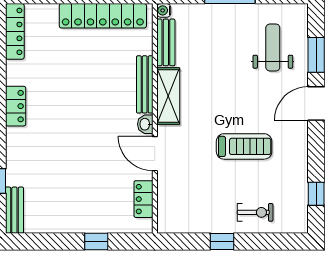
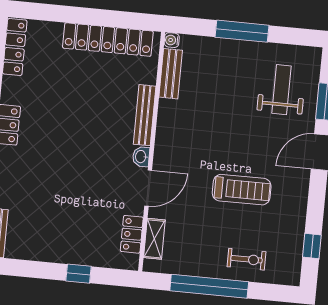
shelving: (168, 96) -> (154, 239), moved, width x0.67, depth x0.75
door: (155, 154) -> (148, 188), swing flipped
window: (222, 241) -> (209, 286), width x3.17

